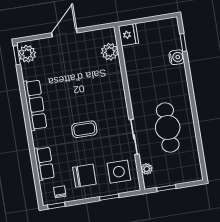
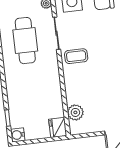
water cooler: (177, 57) -> (18, 135), moved
coffee table: (84, 129) -> (76, 56), moved

